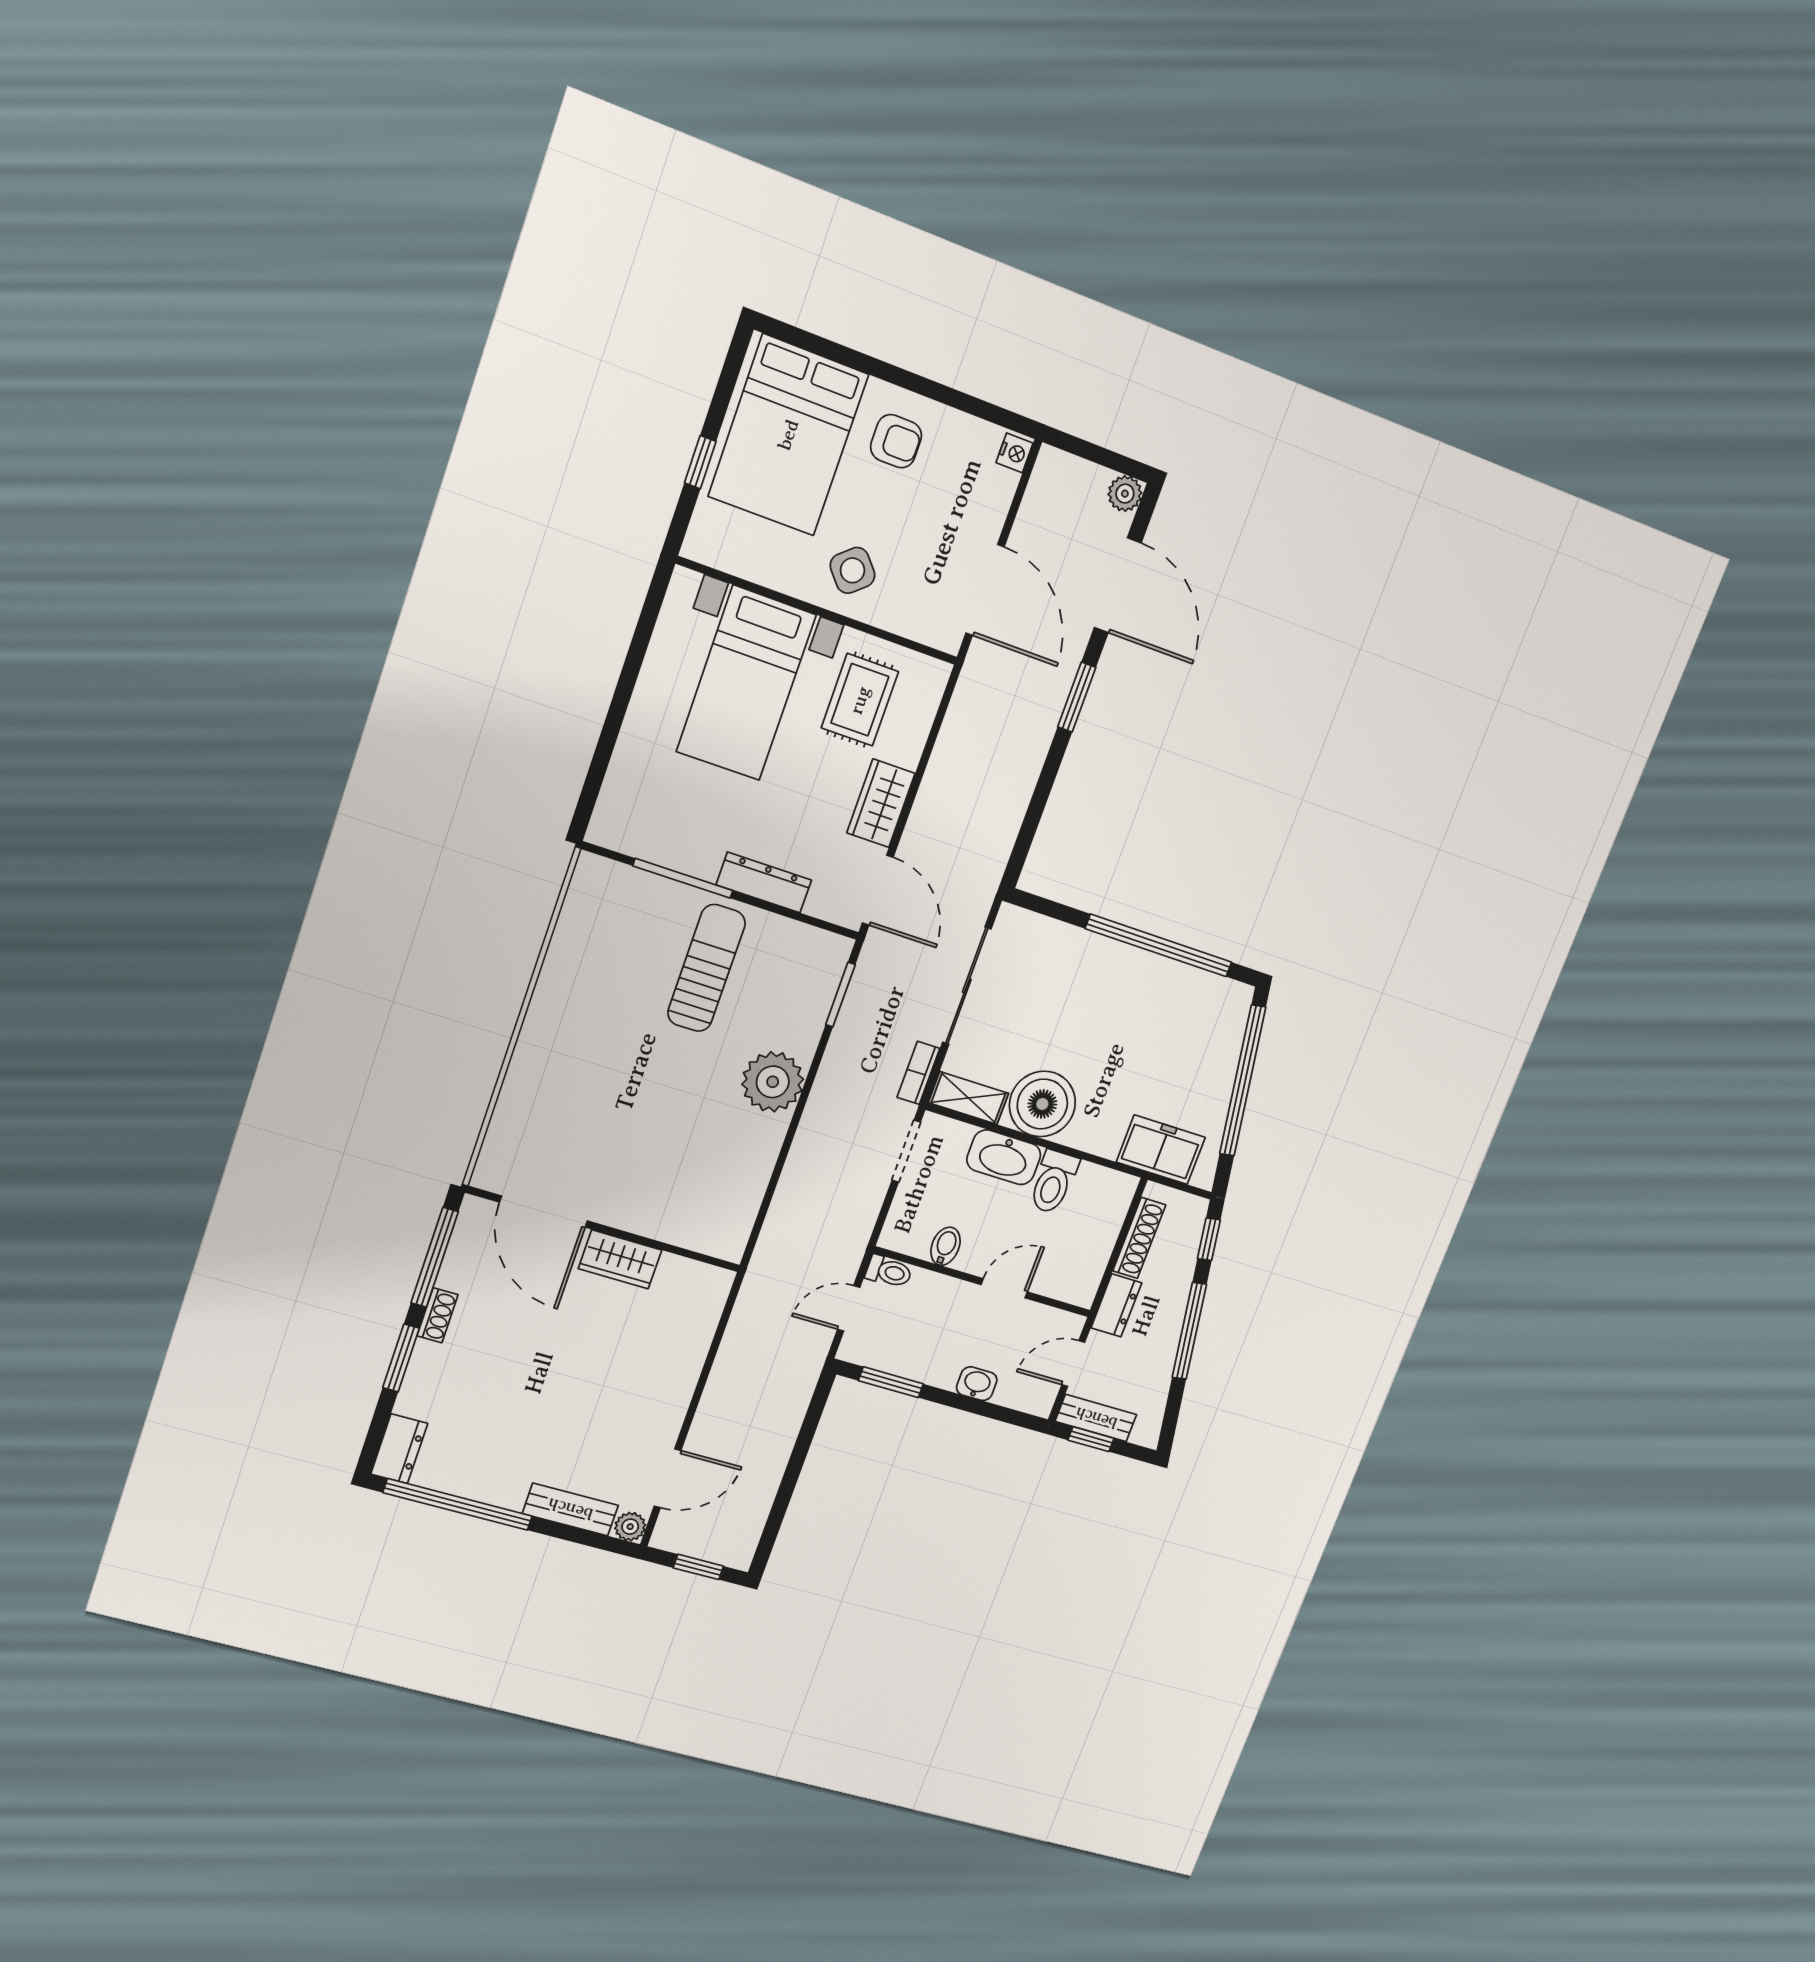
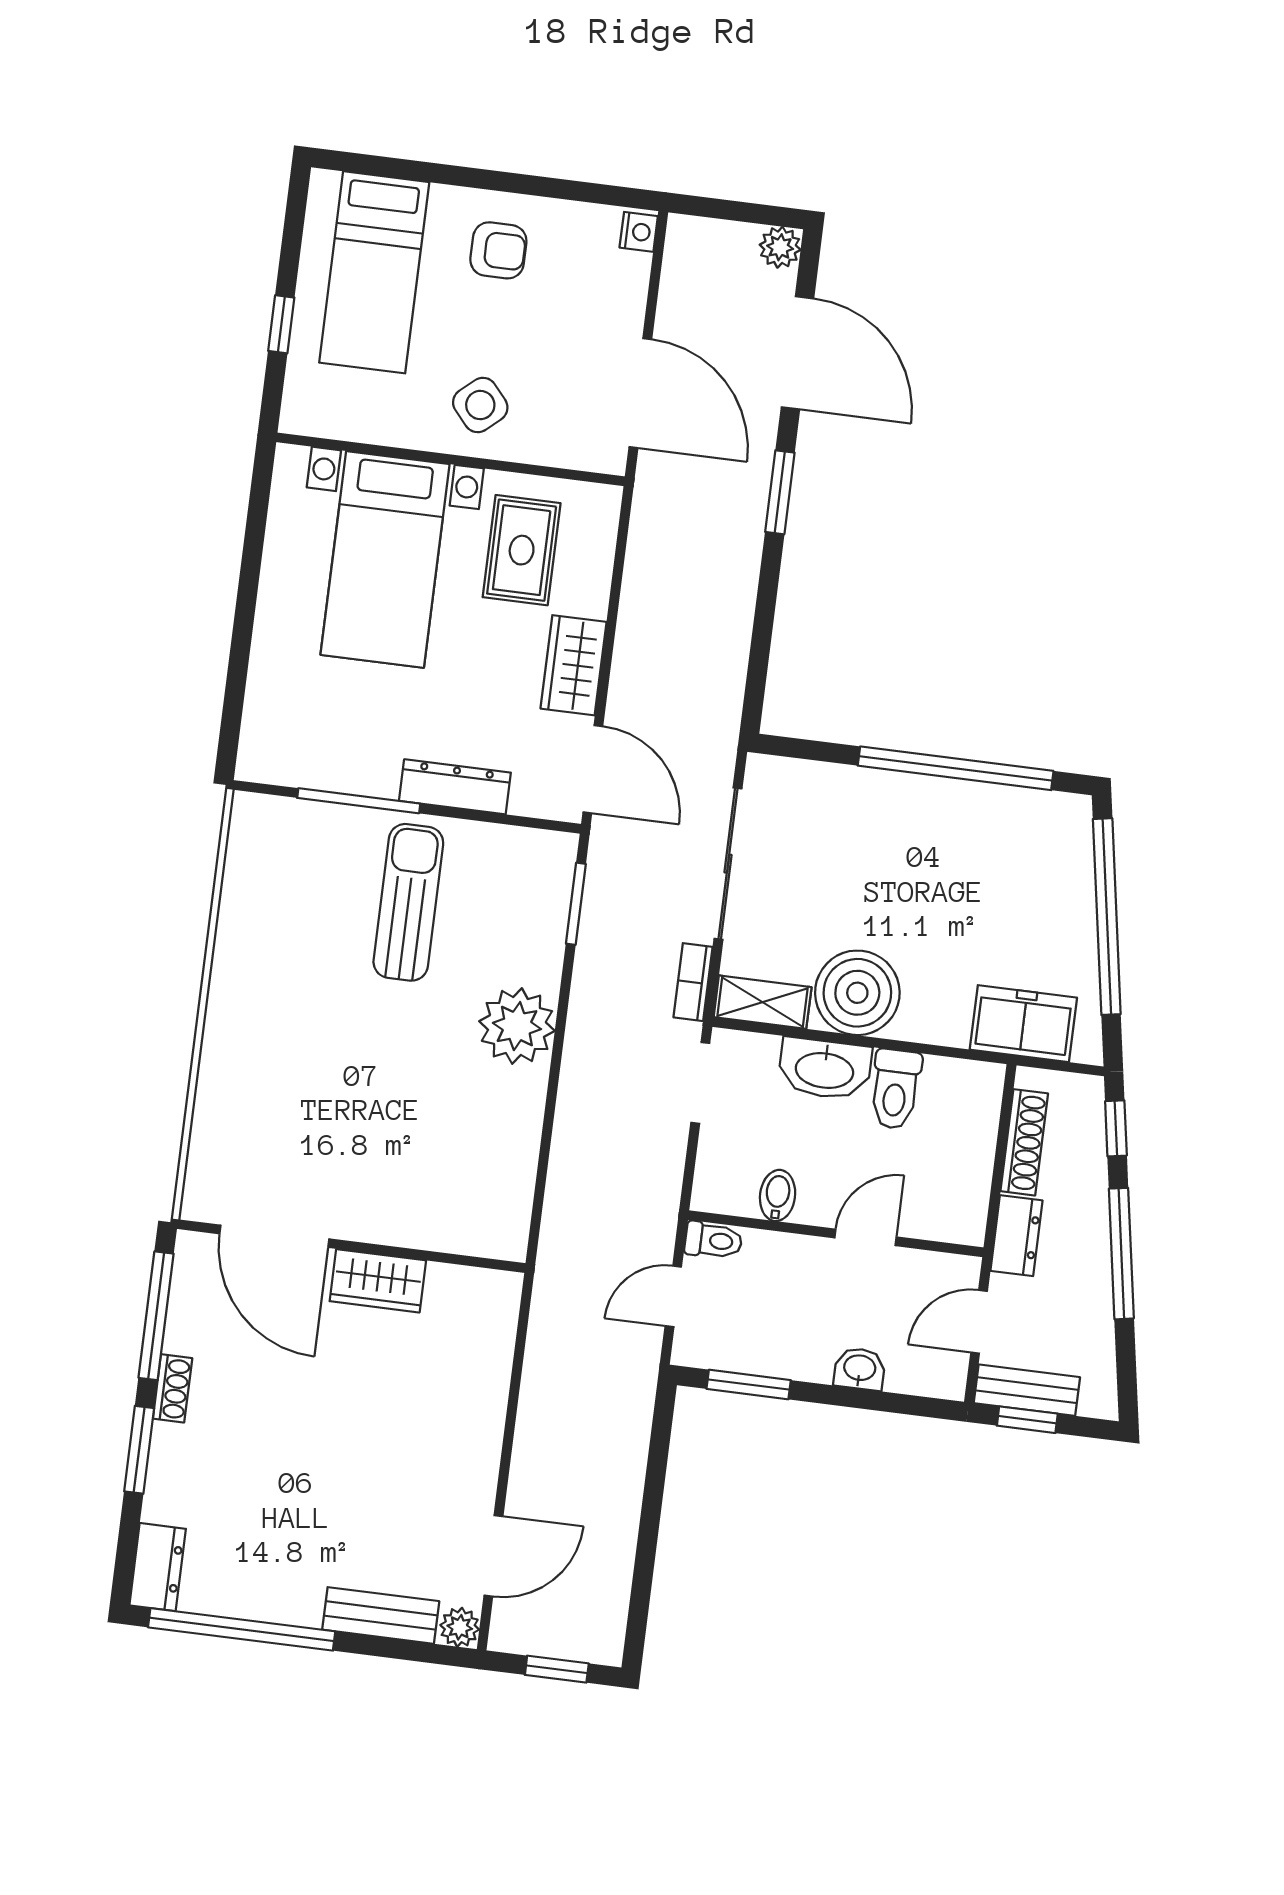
bed: (788, 435) -> (374, 272), width x0.67

